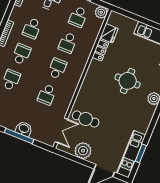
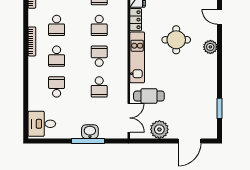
school desk: (21, 54) -> (57, 56), turned 180
kitchen unit: (131, 154) -> (137, 57), moved, turned 180

